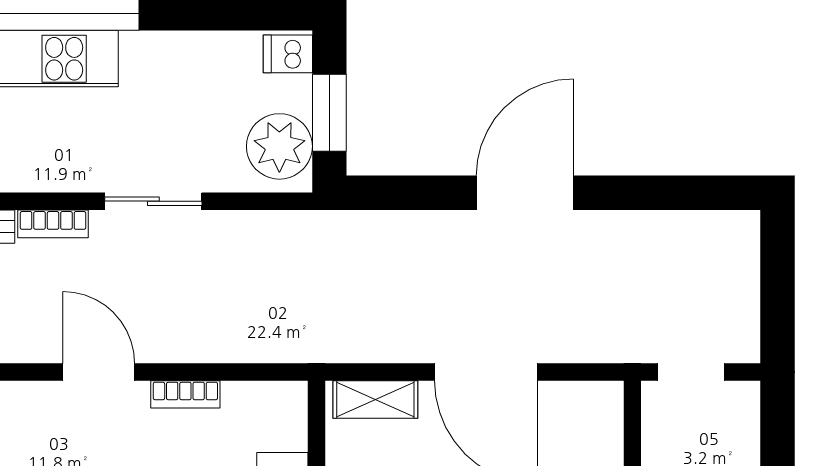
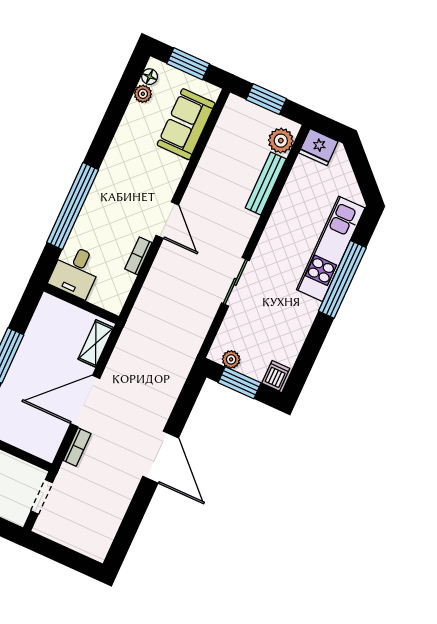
plant: (279, 146) -> (231, 359), width x0.53, depth x0.53
bookcase: (53, 224) -> (77, 447), moved, turned 180
door: (99, 372) -> (167, 220), hinge flipped

